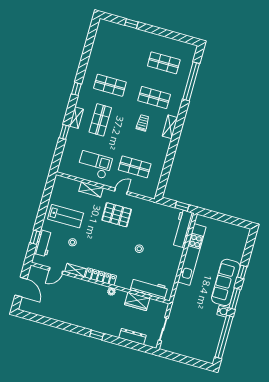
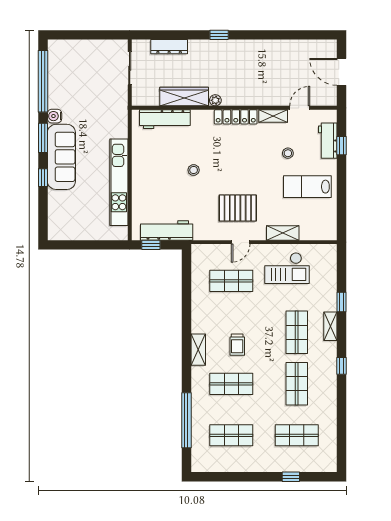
shop shelf: (120, 51) -> (297, 435), added
shop shelf: (110, 85) -> (297, 384), turned 90
workbench: (183, 229) -> (167, 231), moved, turned -90
wardrobe: (137, 301) -> (184, 97), width x1.50

